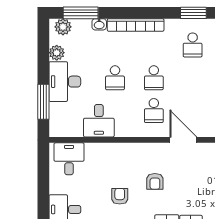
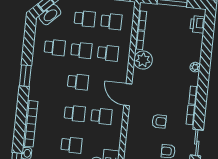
school desk: (193, 45) -> (78, 82), moved
door: (183, 140) -> (128, 95), hinge flipped

